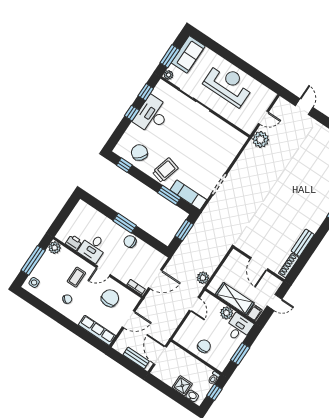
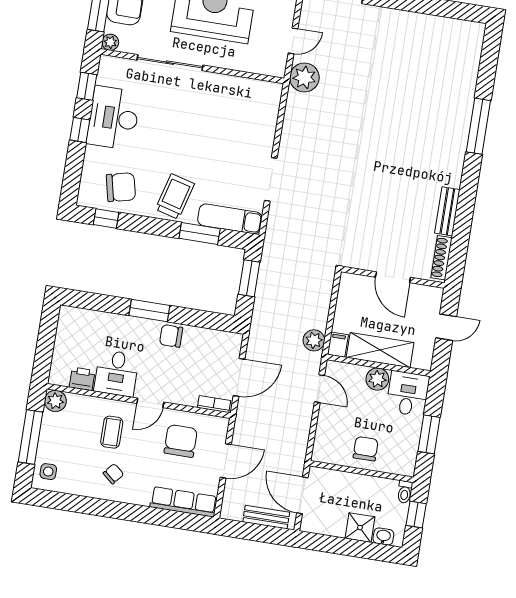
chair: (139, 152) -> (121, 187), turned 127
filing cabinet: (255, 313) -> (338, 345), moved

